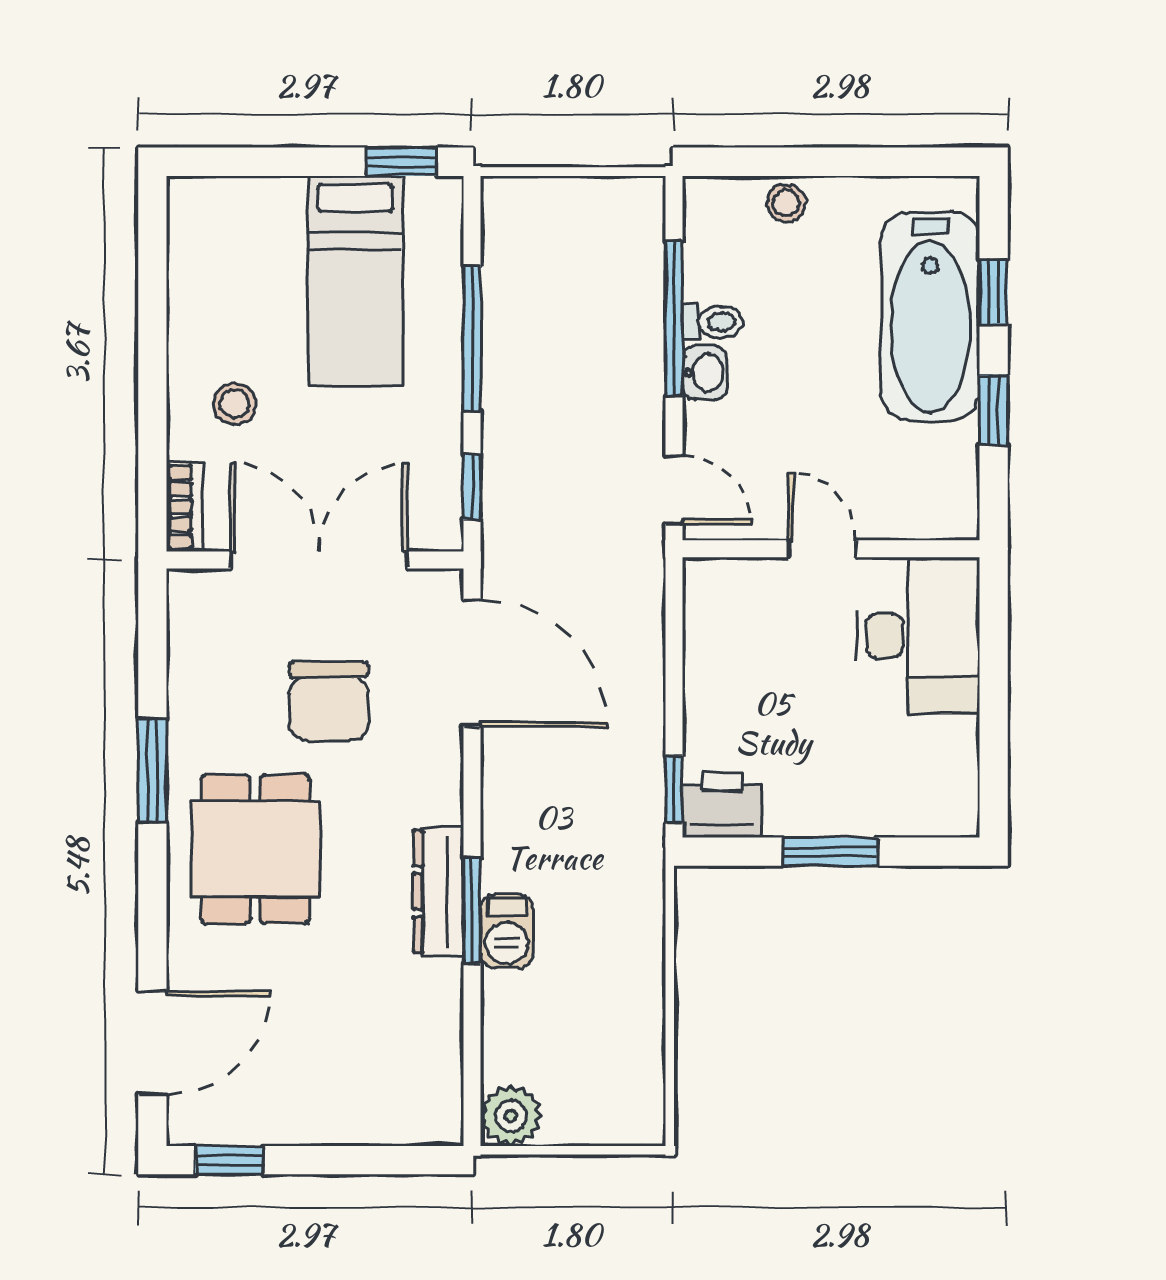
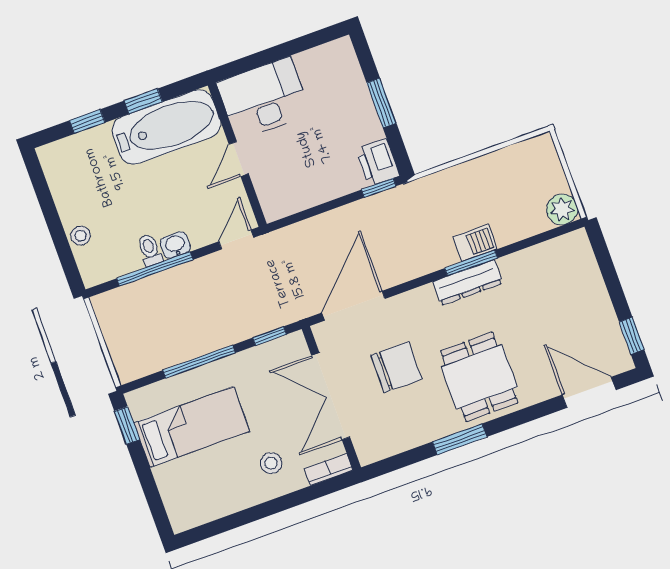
bathtub: (930, 316) -> (166, 127), moved
dining table: (255, 849) -> (479, 377), turned 90

